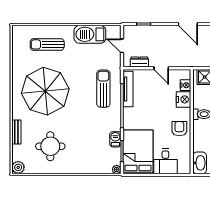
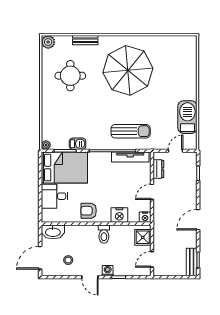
sun lounger: (47, 44) -> (177, 72), removed
nightstand: (185, 85) -> (145, 217), moved
armchair: (179, 129) -> (89, 211), turned 180

